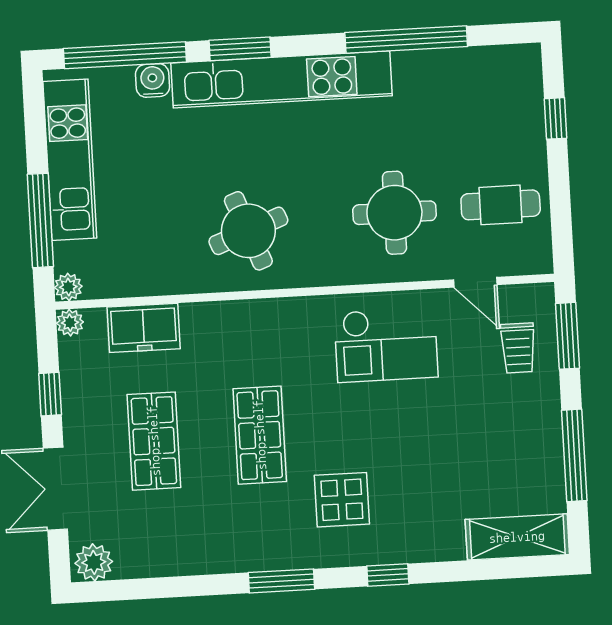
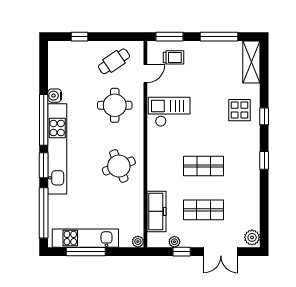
window: (406, 40) -> (44, 120), moved
water cooler: (153, 80) -> (55, 96), moved
cafe table: (501, 205) -> (114, 61), turned 56
window: (40, 220) -> (86, 252), moved
plant: (70, 323) -> (174, 242), moved
freezer: (144, 328) -> (156, 211), width x1.40
checkout: (386, 345) -> (169, 112), turned -90
display table: (342, 500) -> (239, 110), moved
window: (281, 581) -> (264, 160), width x0.67

